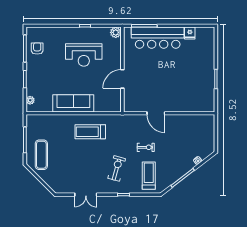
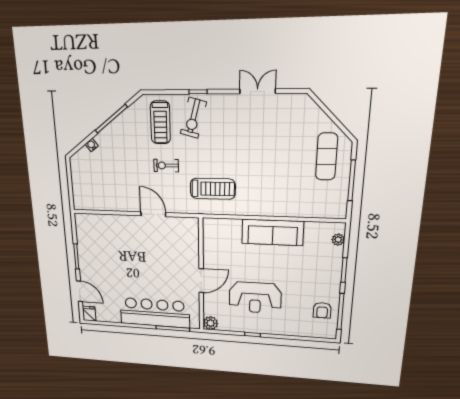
fridge: (190, 33) -> (89, 314), moved
door: (216, 51) -> (79, 291), added
reception desk: (84, 55) -> (255, 298), turned 180
door: (122, 79) -> (201, 281), moved
treadmill: (90, 132) -> (213, 189), moved
exercise bike: (117, 168) -> (193, 118), moved

